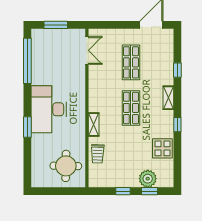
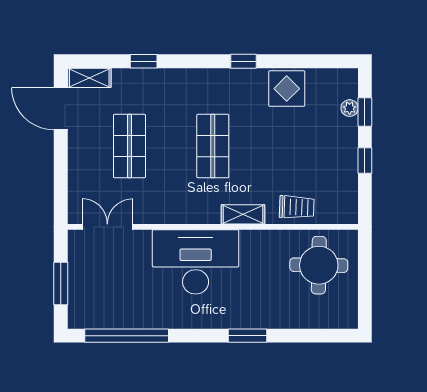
shop shelf: (131, 62) -> (129, 146), turned 90
shelving: (168, 98) -> (89, 78), moved
shop shelf: (131, 108) -> (213, 146), turned 90
desk: (49, 109) -> (196, 262), moved, turned 180
plant: (148, 179) -> (350, 108), width x0.53, depth x0.53

